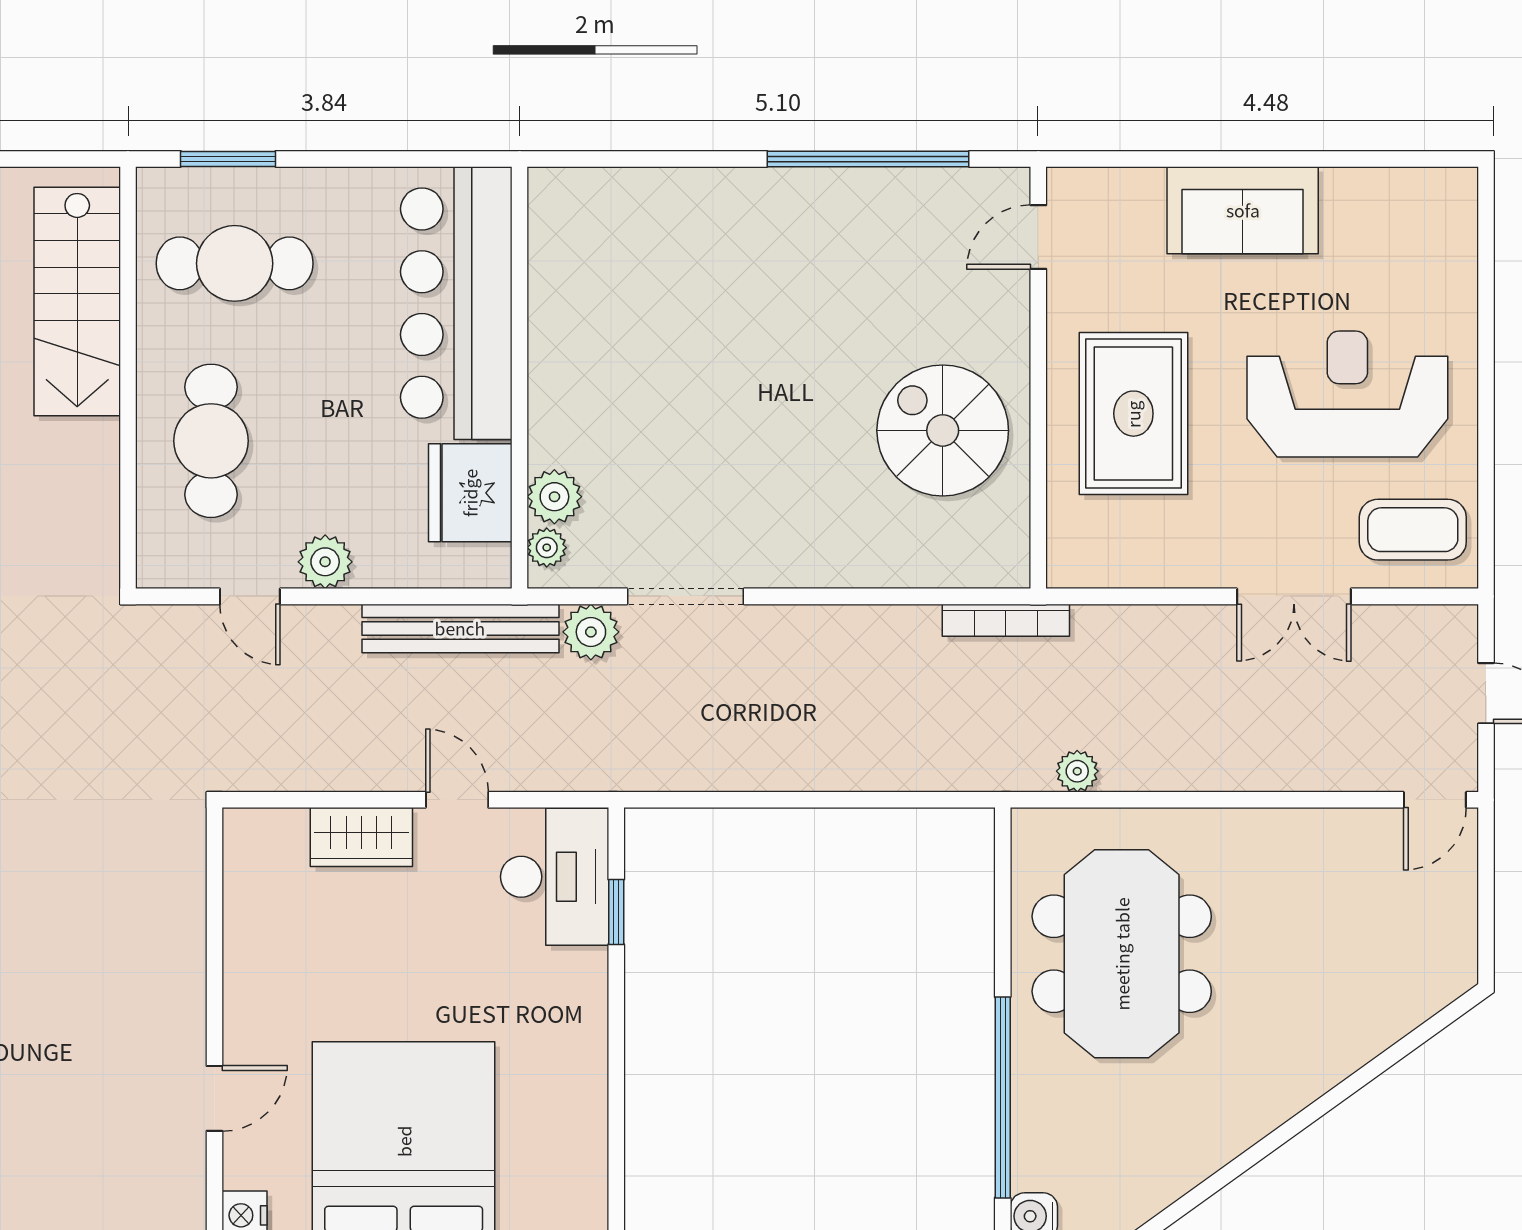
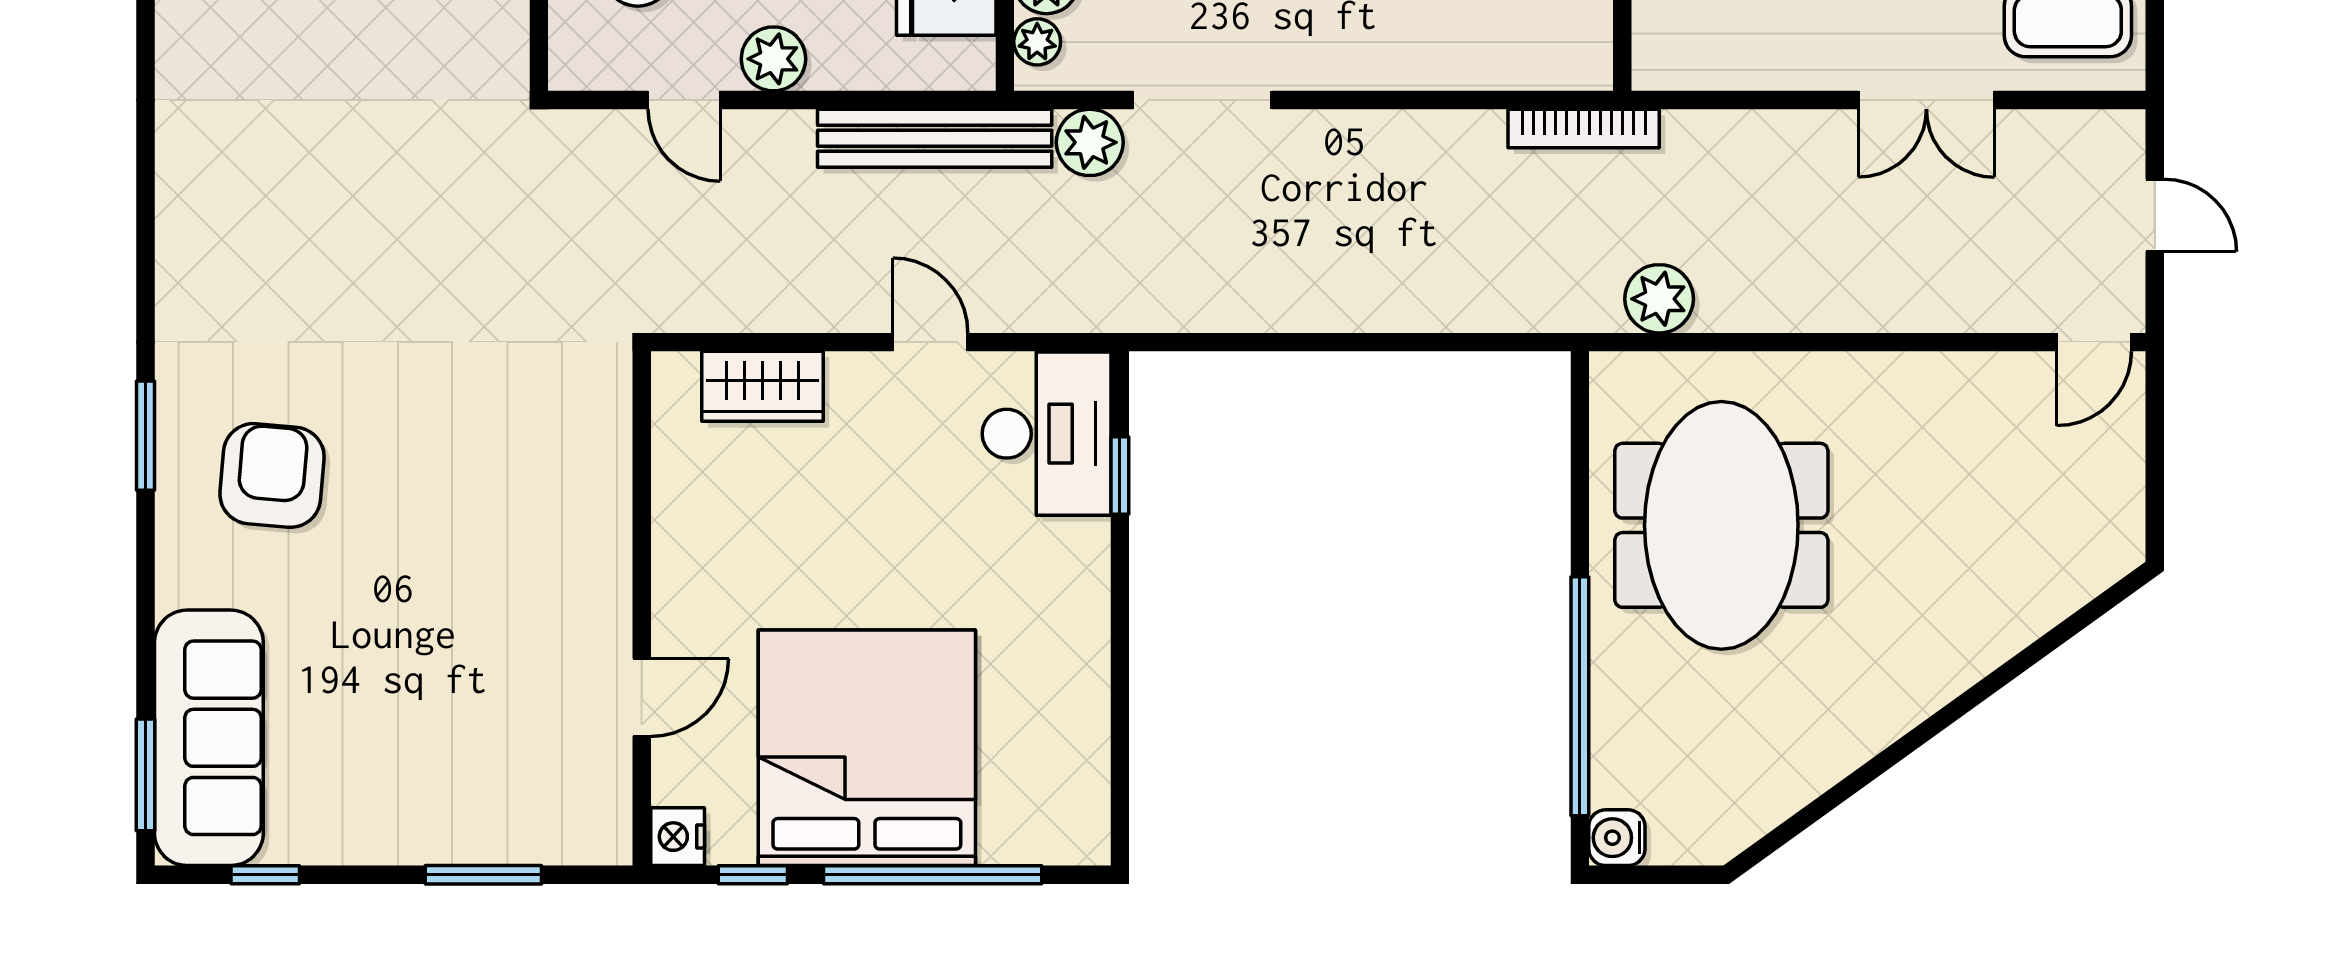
plant: (1077, 771) -> (1659, 299), width x1.38, depth x1.38
wardrobe: (361, 837) -> (762, 386), moved

